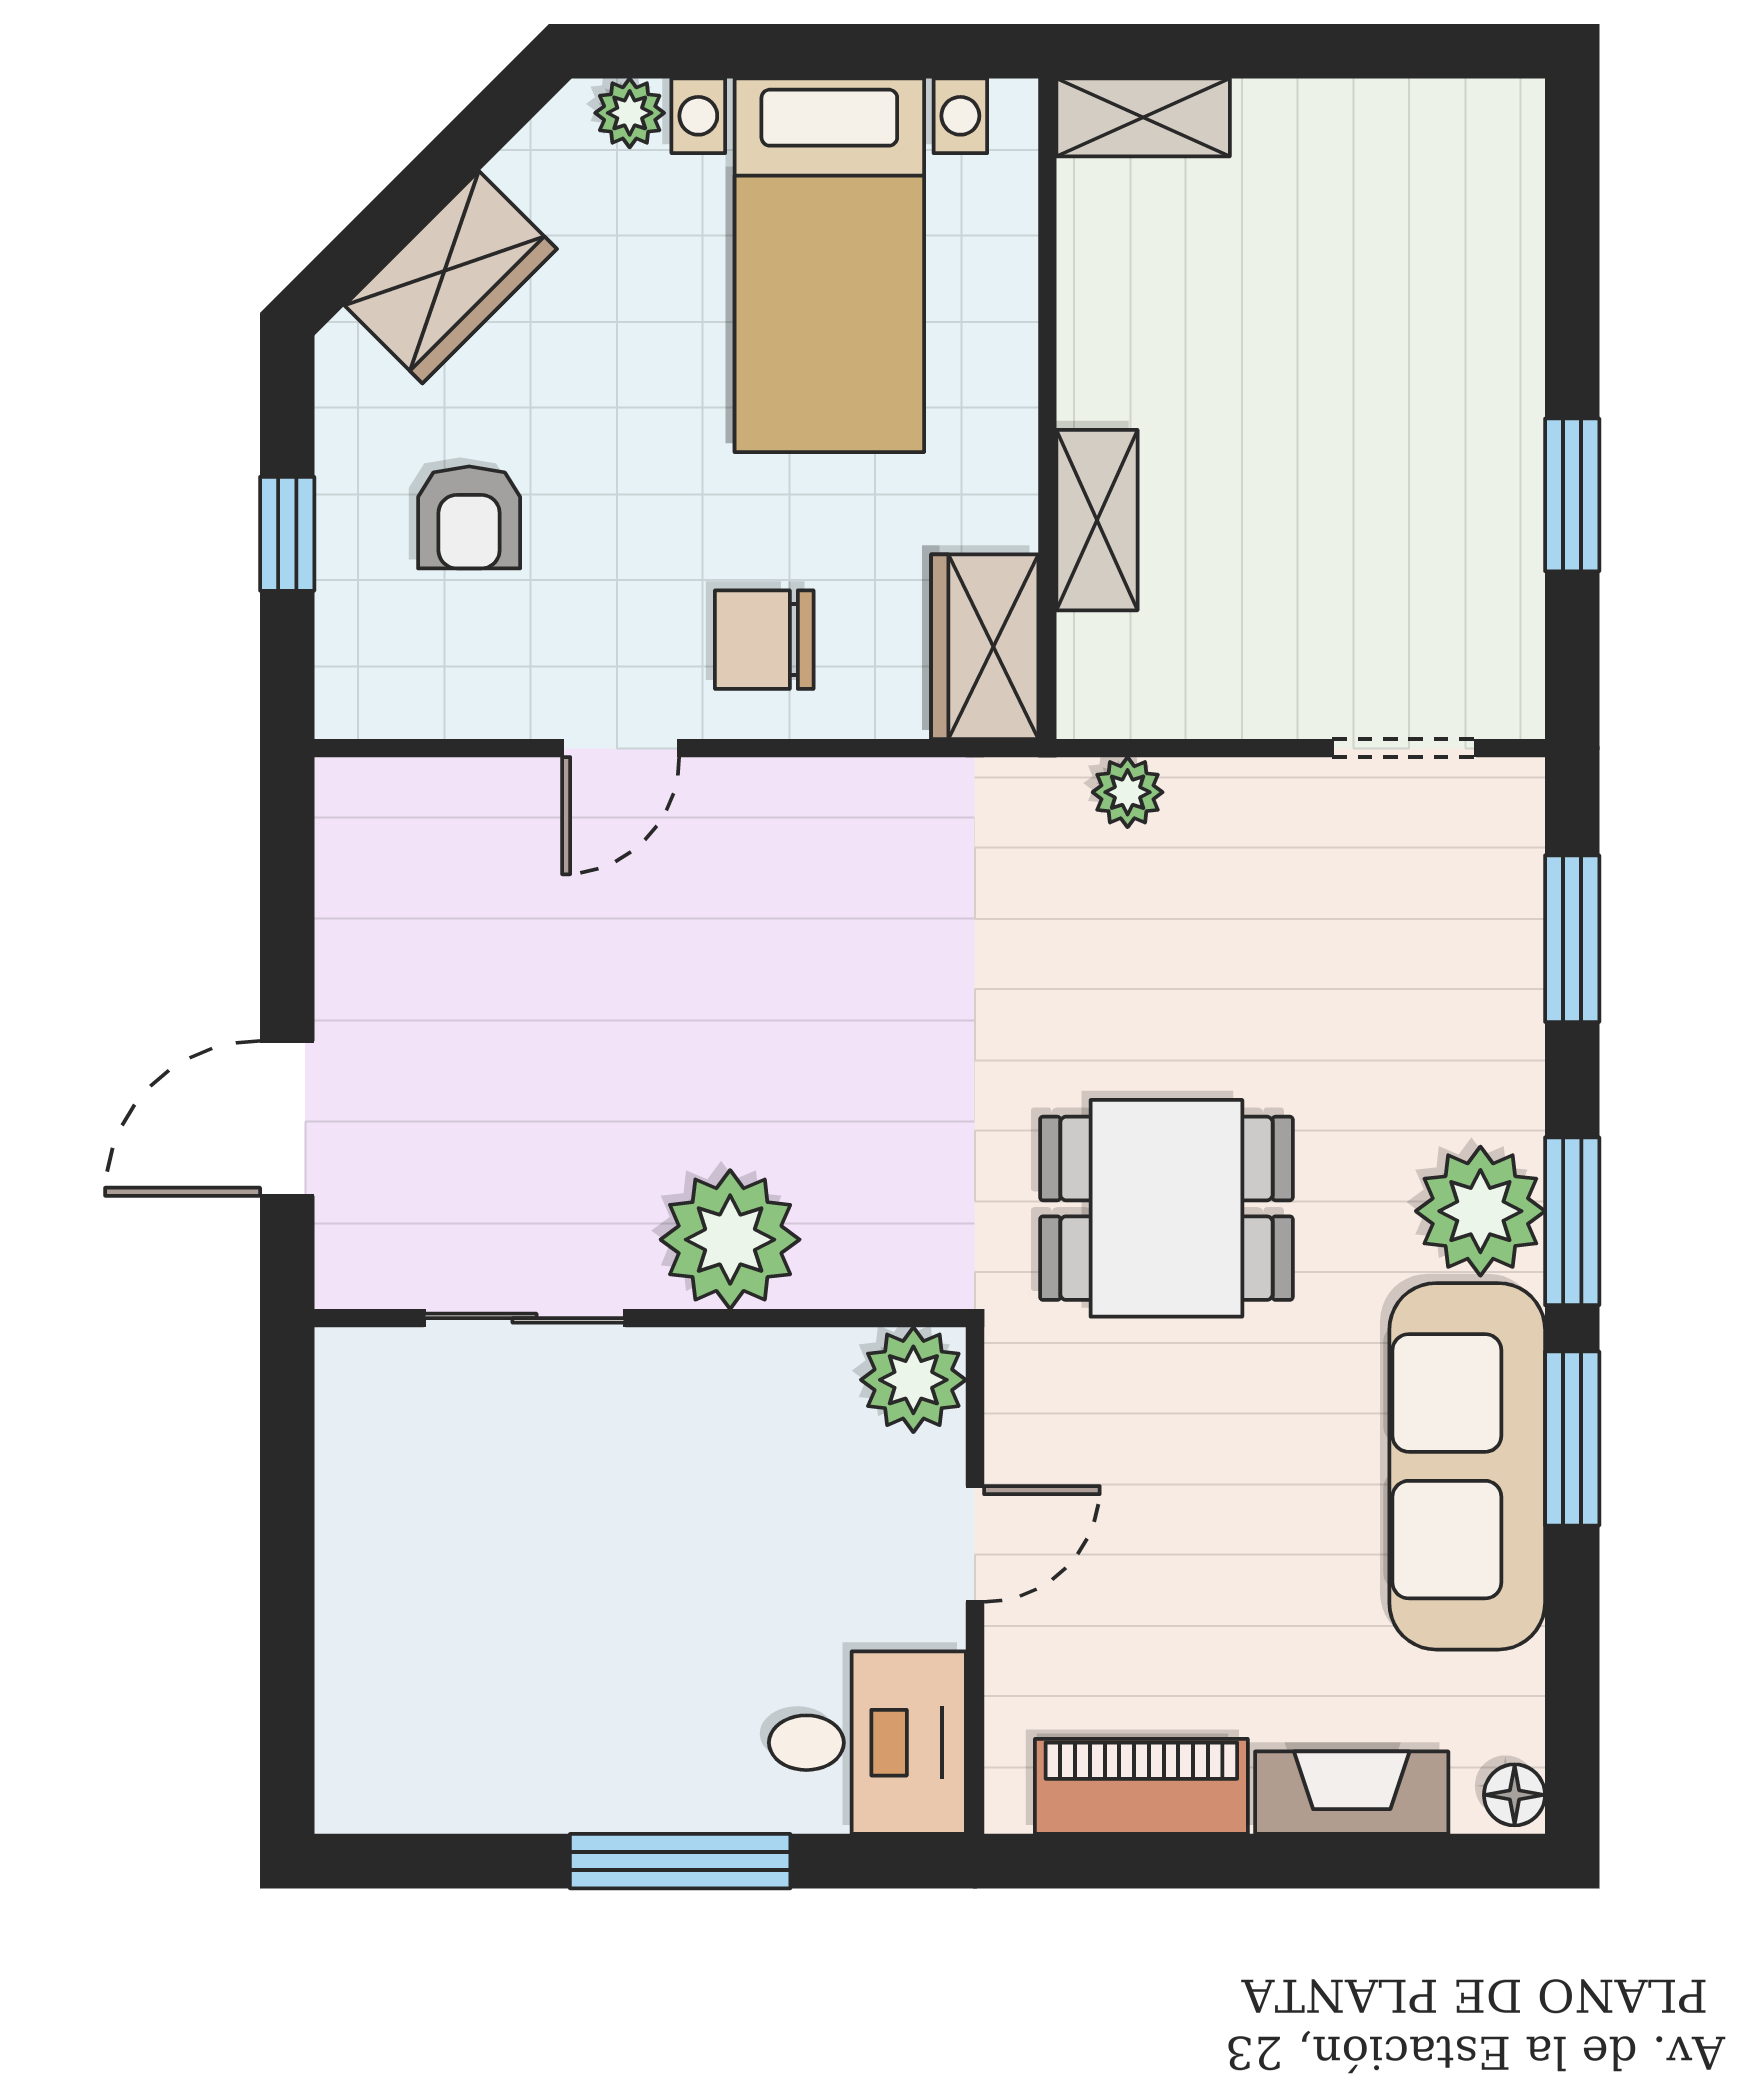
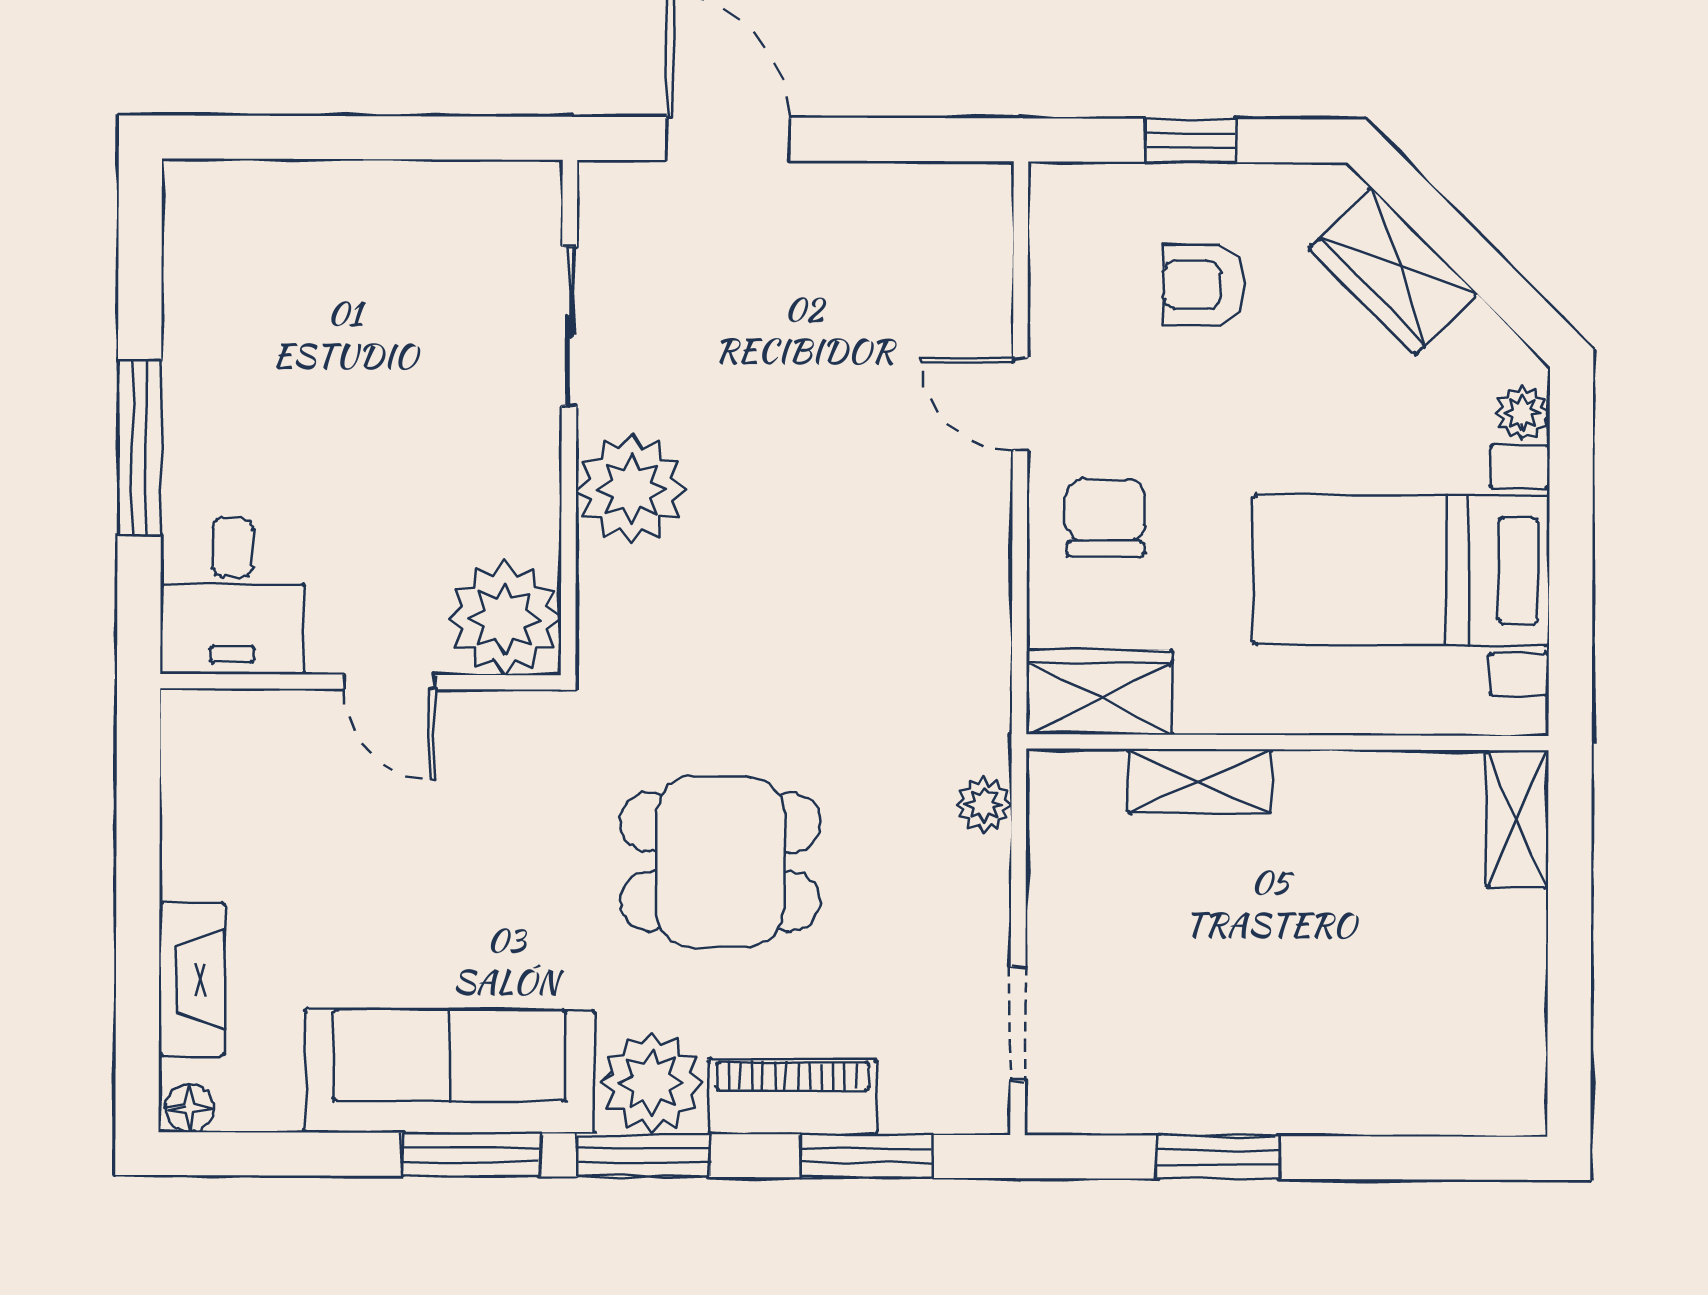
dining table: (1166, 1208) -> (720, 862), moved, turned 90
plant: (913, 1380) -> (504, 618), width x1.36, depth x1.36
piano: (1141, 1786) -> (793, 1097), moved, turned -90

